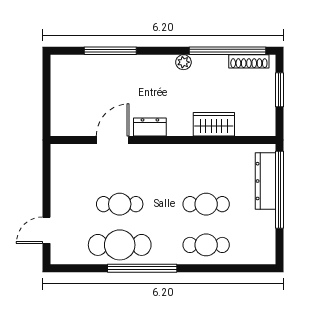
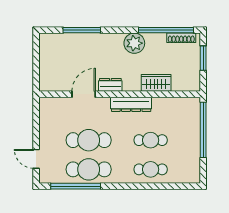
plant: (183, 62) -> (134, 43), width x1.88, depth x1.88
dresser: (265, 181) -> (131, 104), moved, turned -90
cafe table: (120, 204) -> (89, 140), width x1.37, depth x1.35
door: (46, 230) -> (36, 159), hinge flipped
window: (142, 268) -> (76, 186), moved

